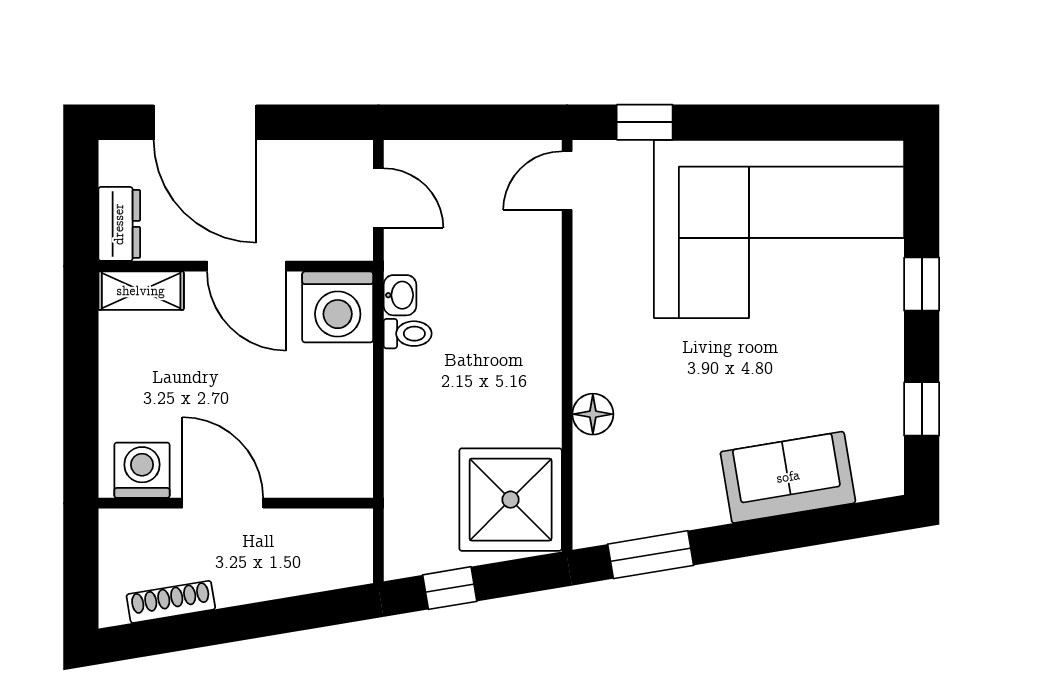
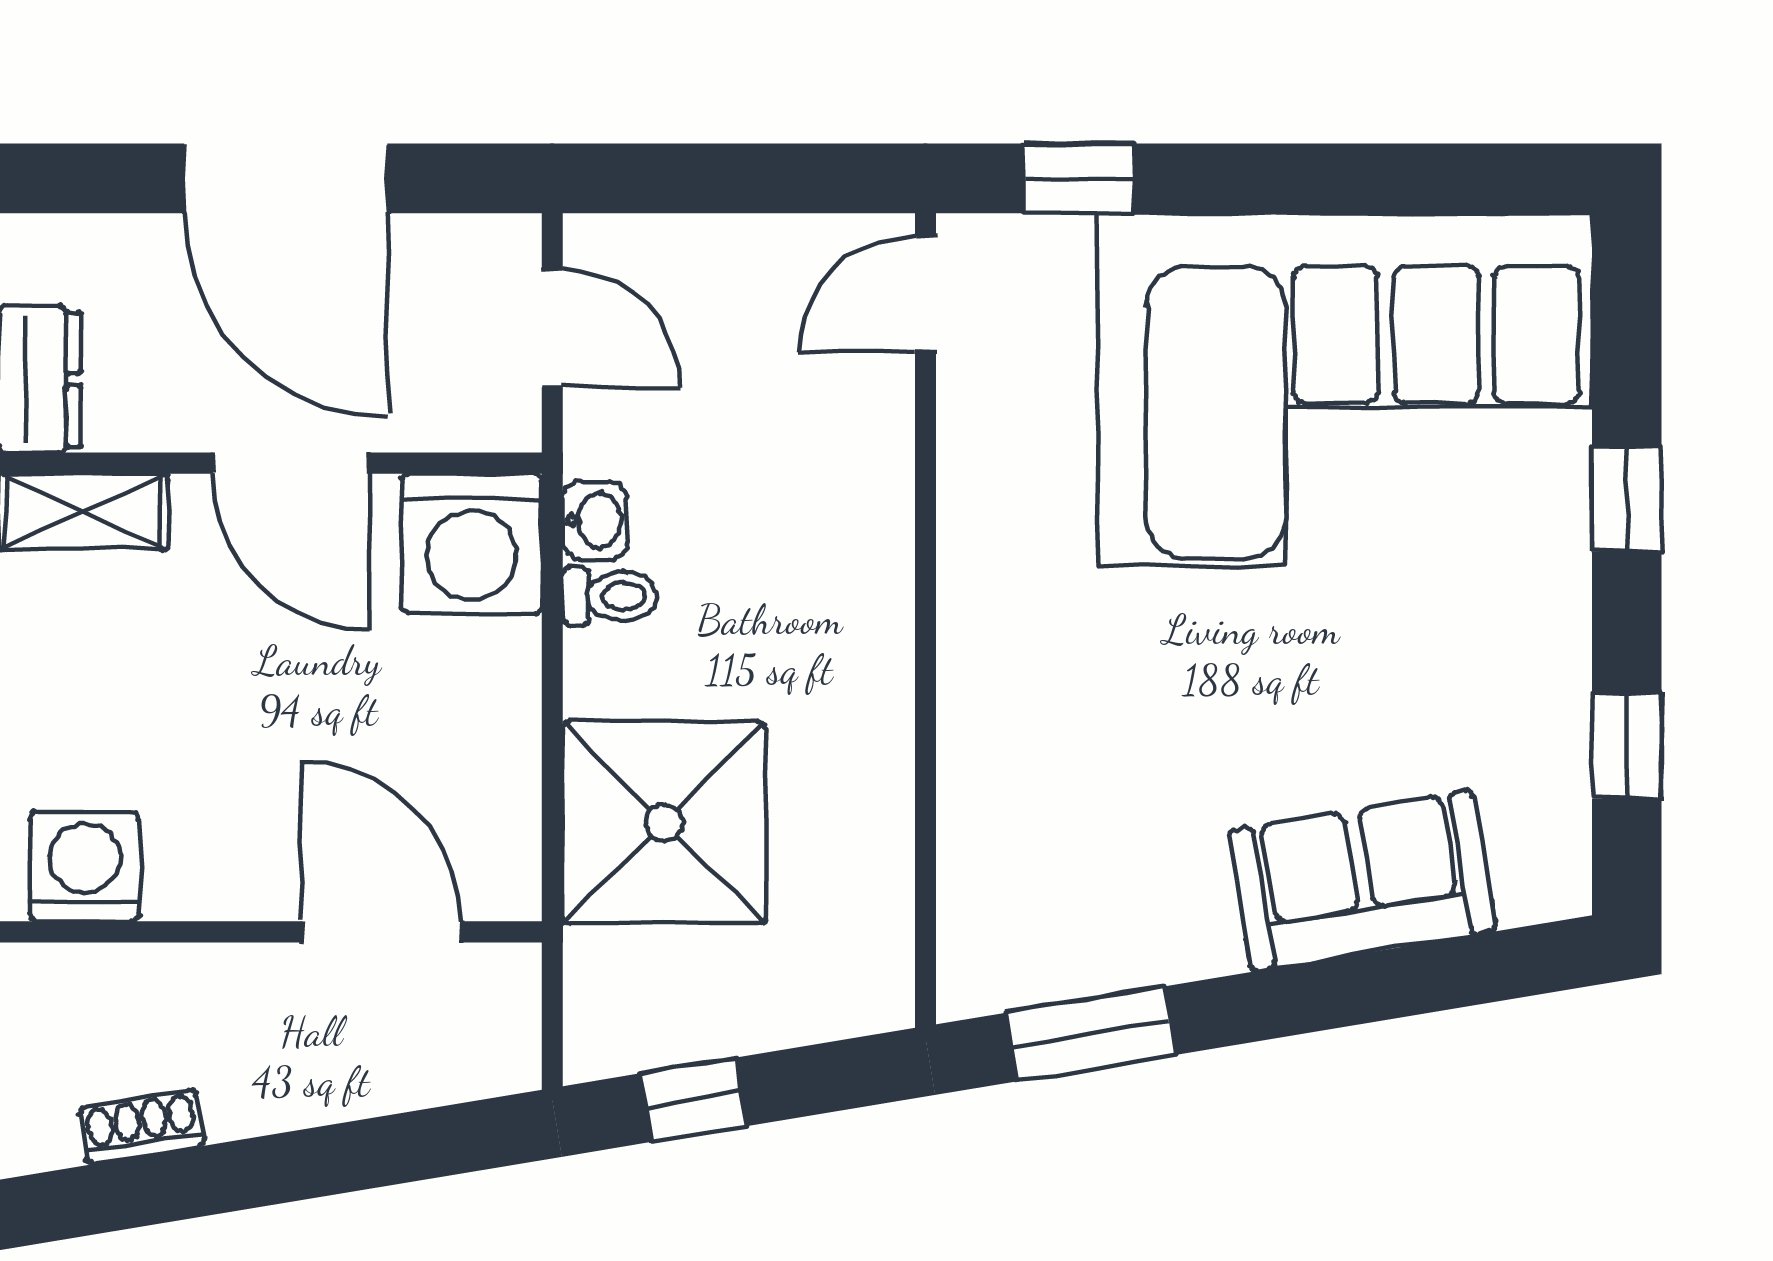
door: (205, 122) -> (286, 178), moved
floor lamp: (593, 414) -> (976, 756), removed
shower: (511, 500) -> (664, 823), moved
door: (223, 503) -> (381, 932), moved
shoe rack: (171, 602) -> (142, 1127), width x0.70

